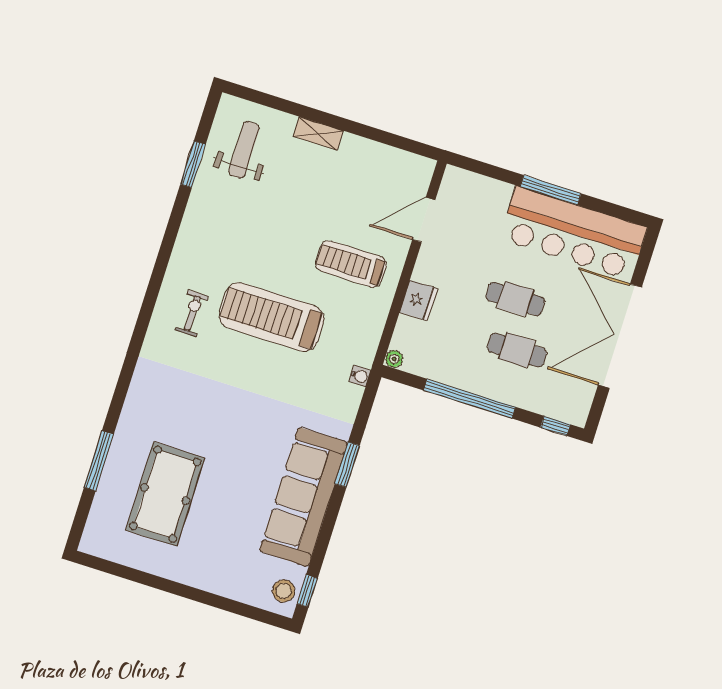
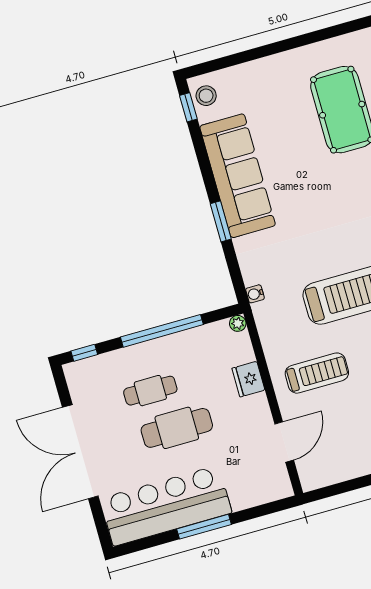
cafe table: (515, 299) -> (177, 428), width x1.37, depth x1.35
double door: (620, 336) -> (80, 452), swing flipped

